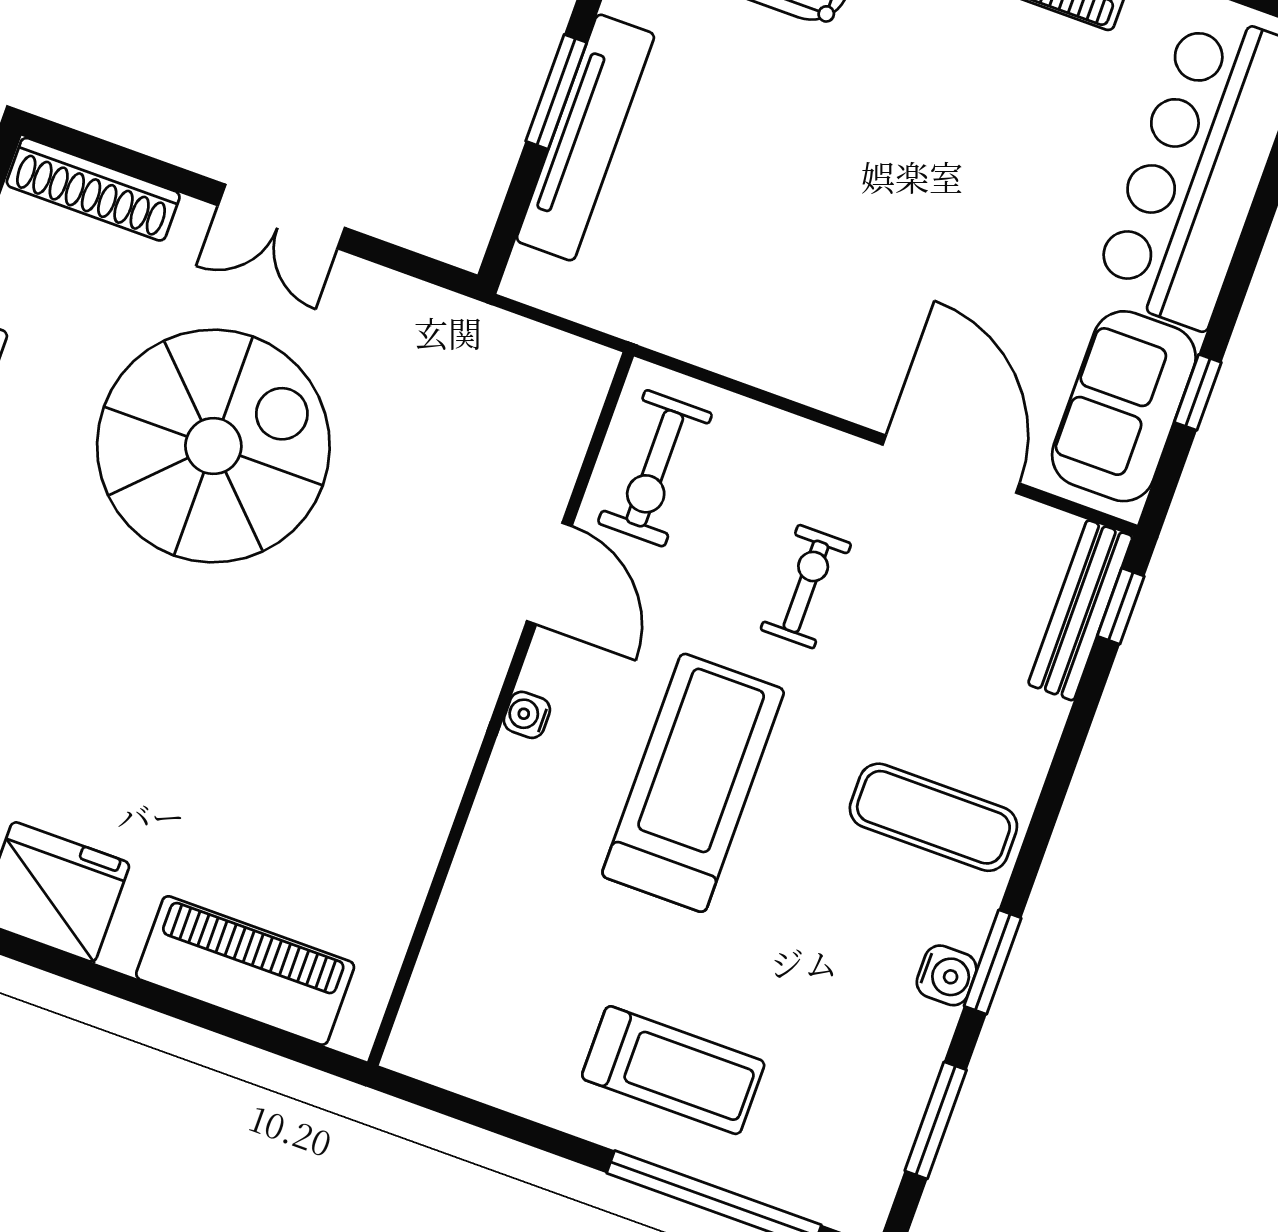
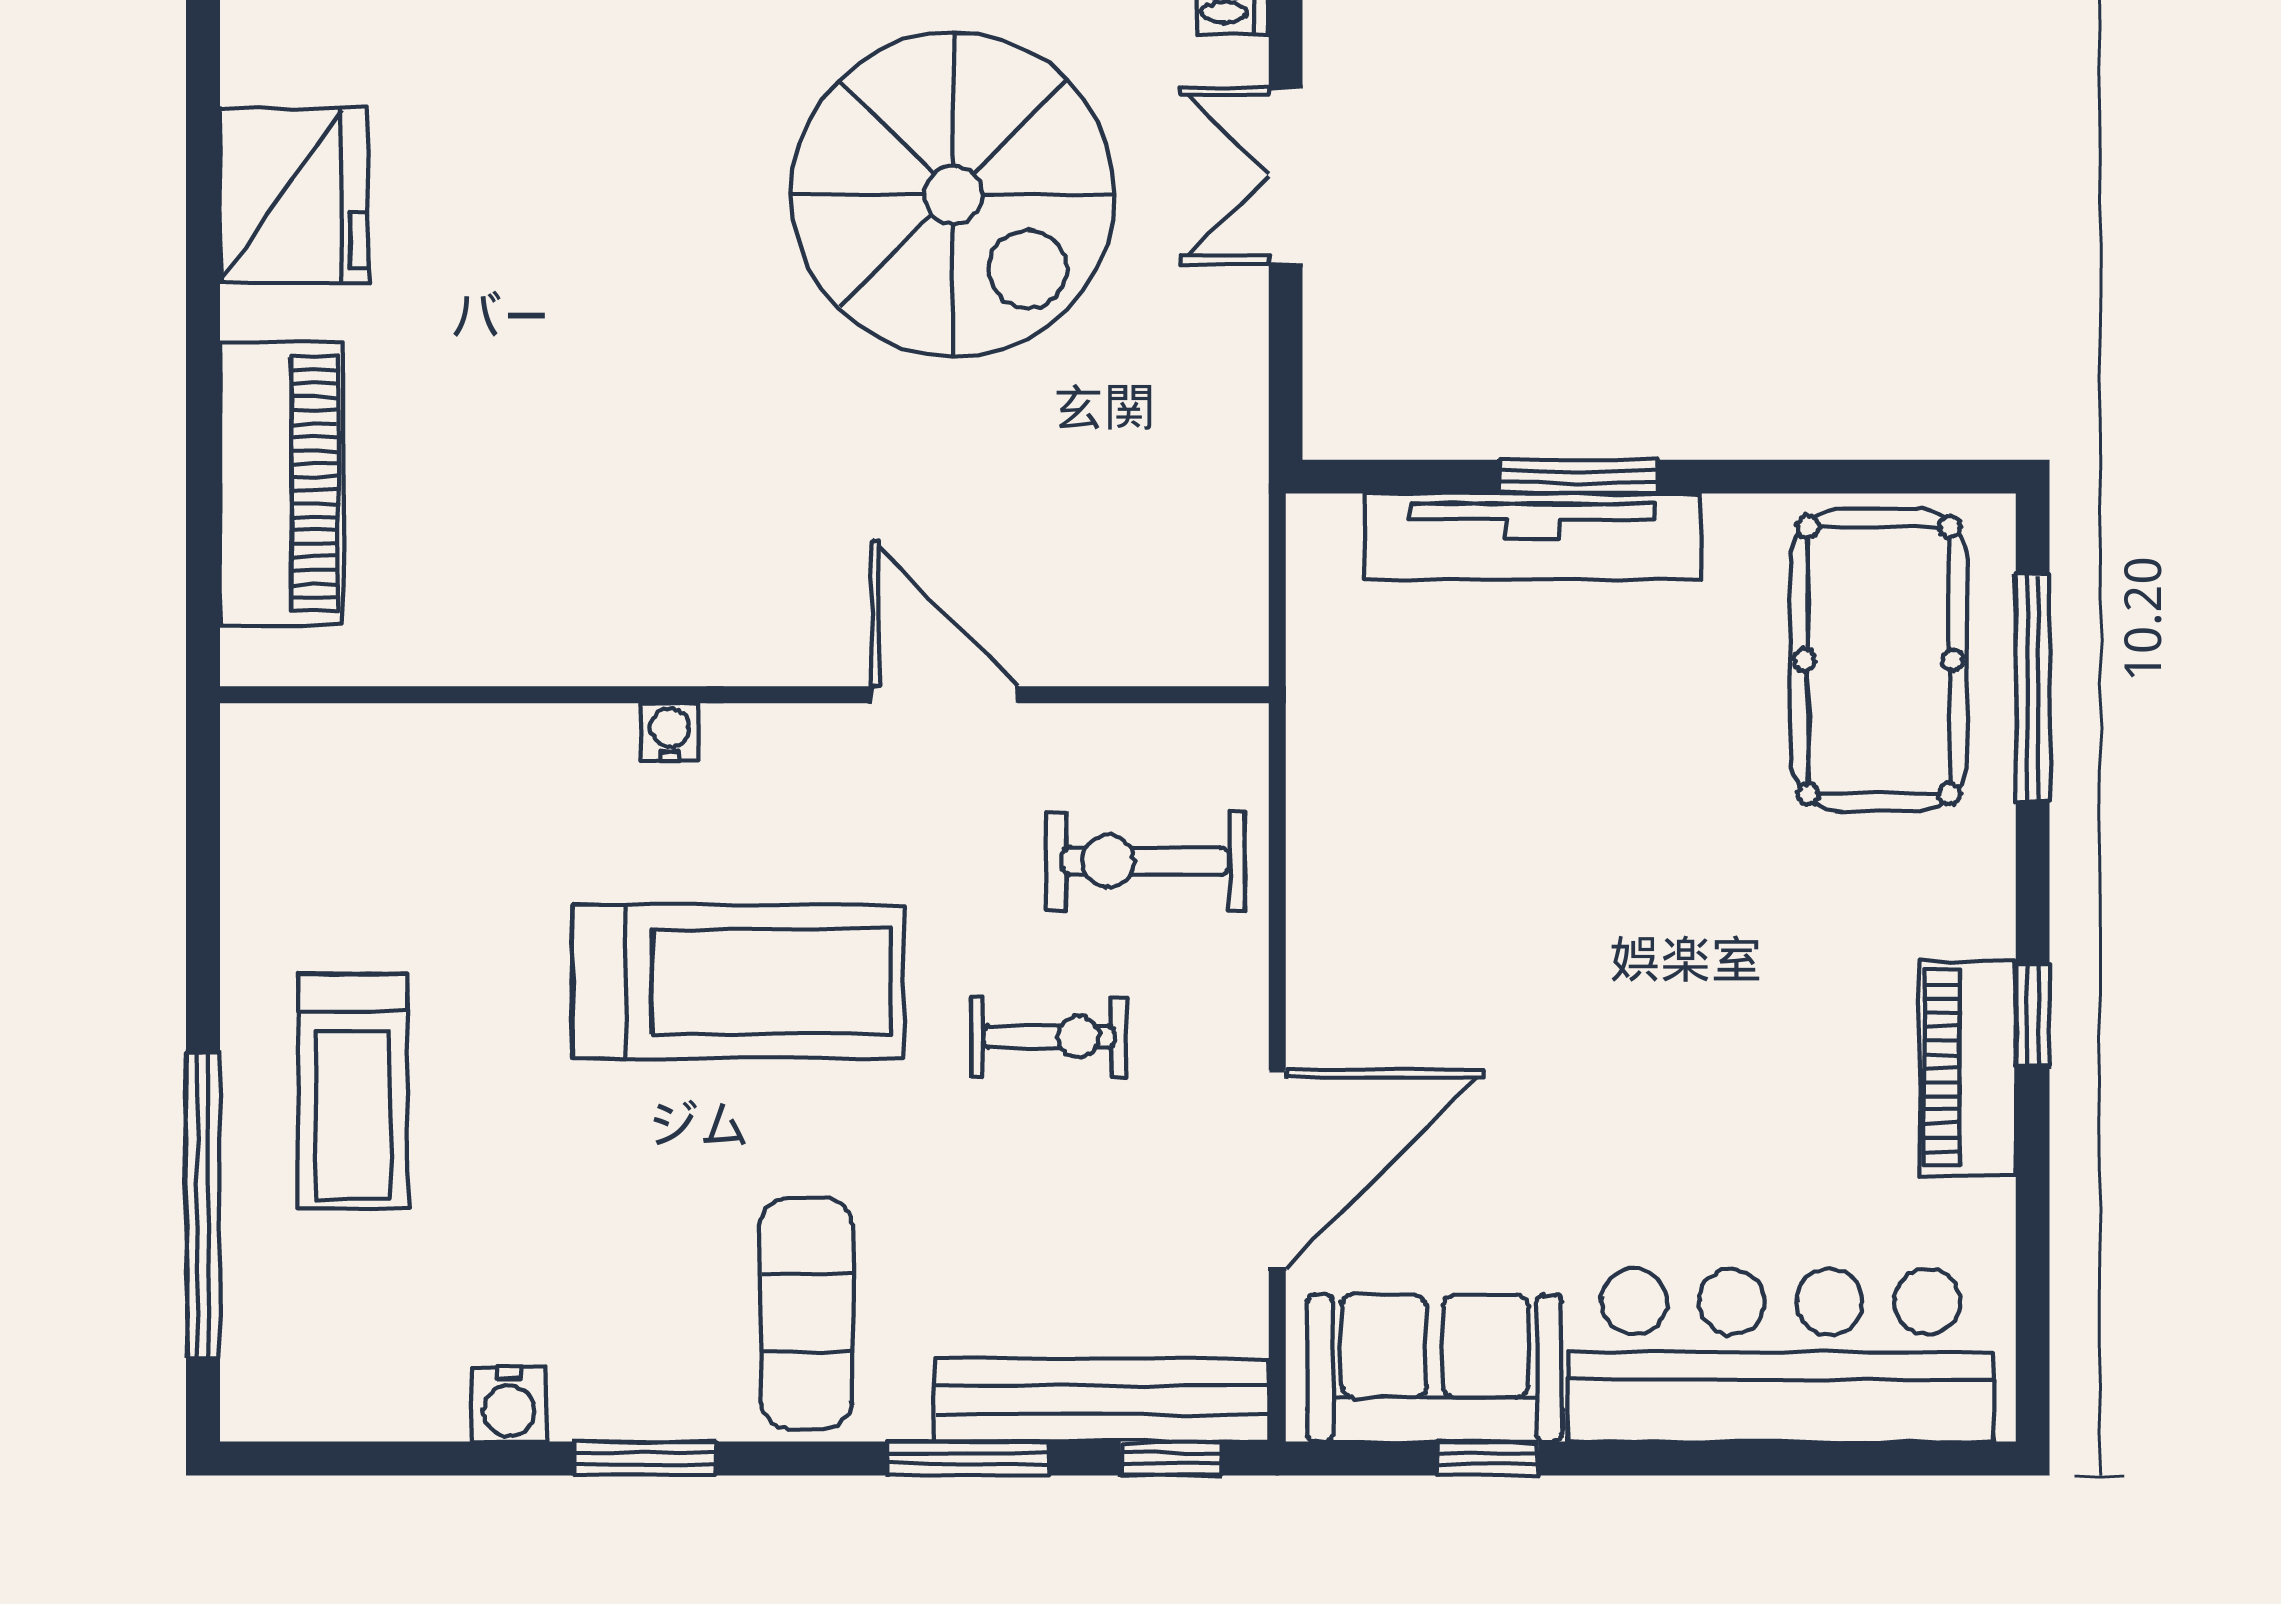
exercise bike: (655, 468) -> (1146, 861), moved
door: (549, 574) -> (944, 695), swing flipped
bench: (1080, 610) -> (1102, 1400), width x1.37, depth x1.21
water cooler: (527, 715) -> (670, 732), moved
water cooler: (947, 975) -> (509, 1404), moved
window: (936, 1120) -> (968, 1459), moved

